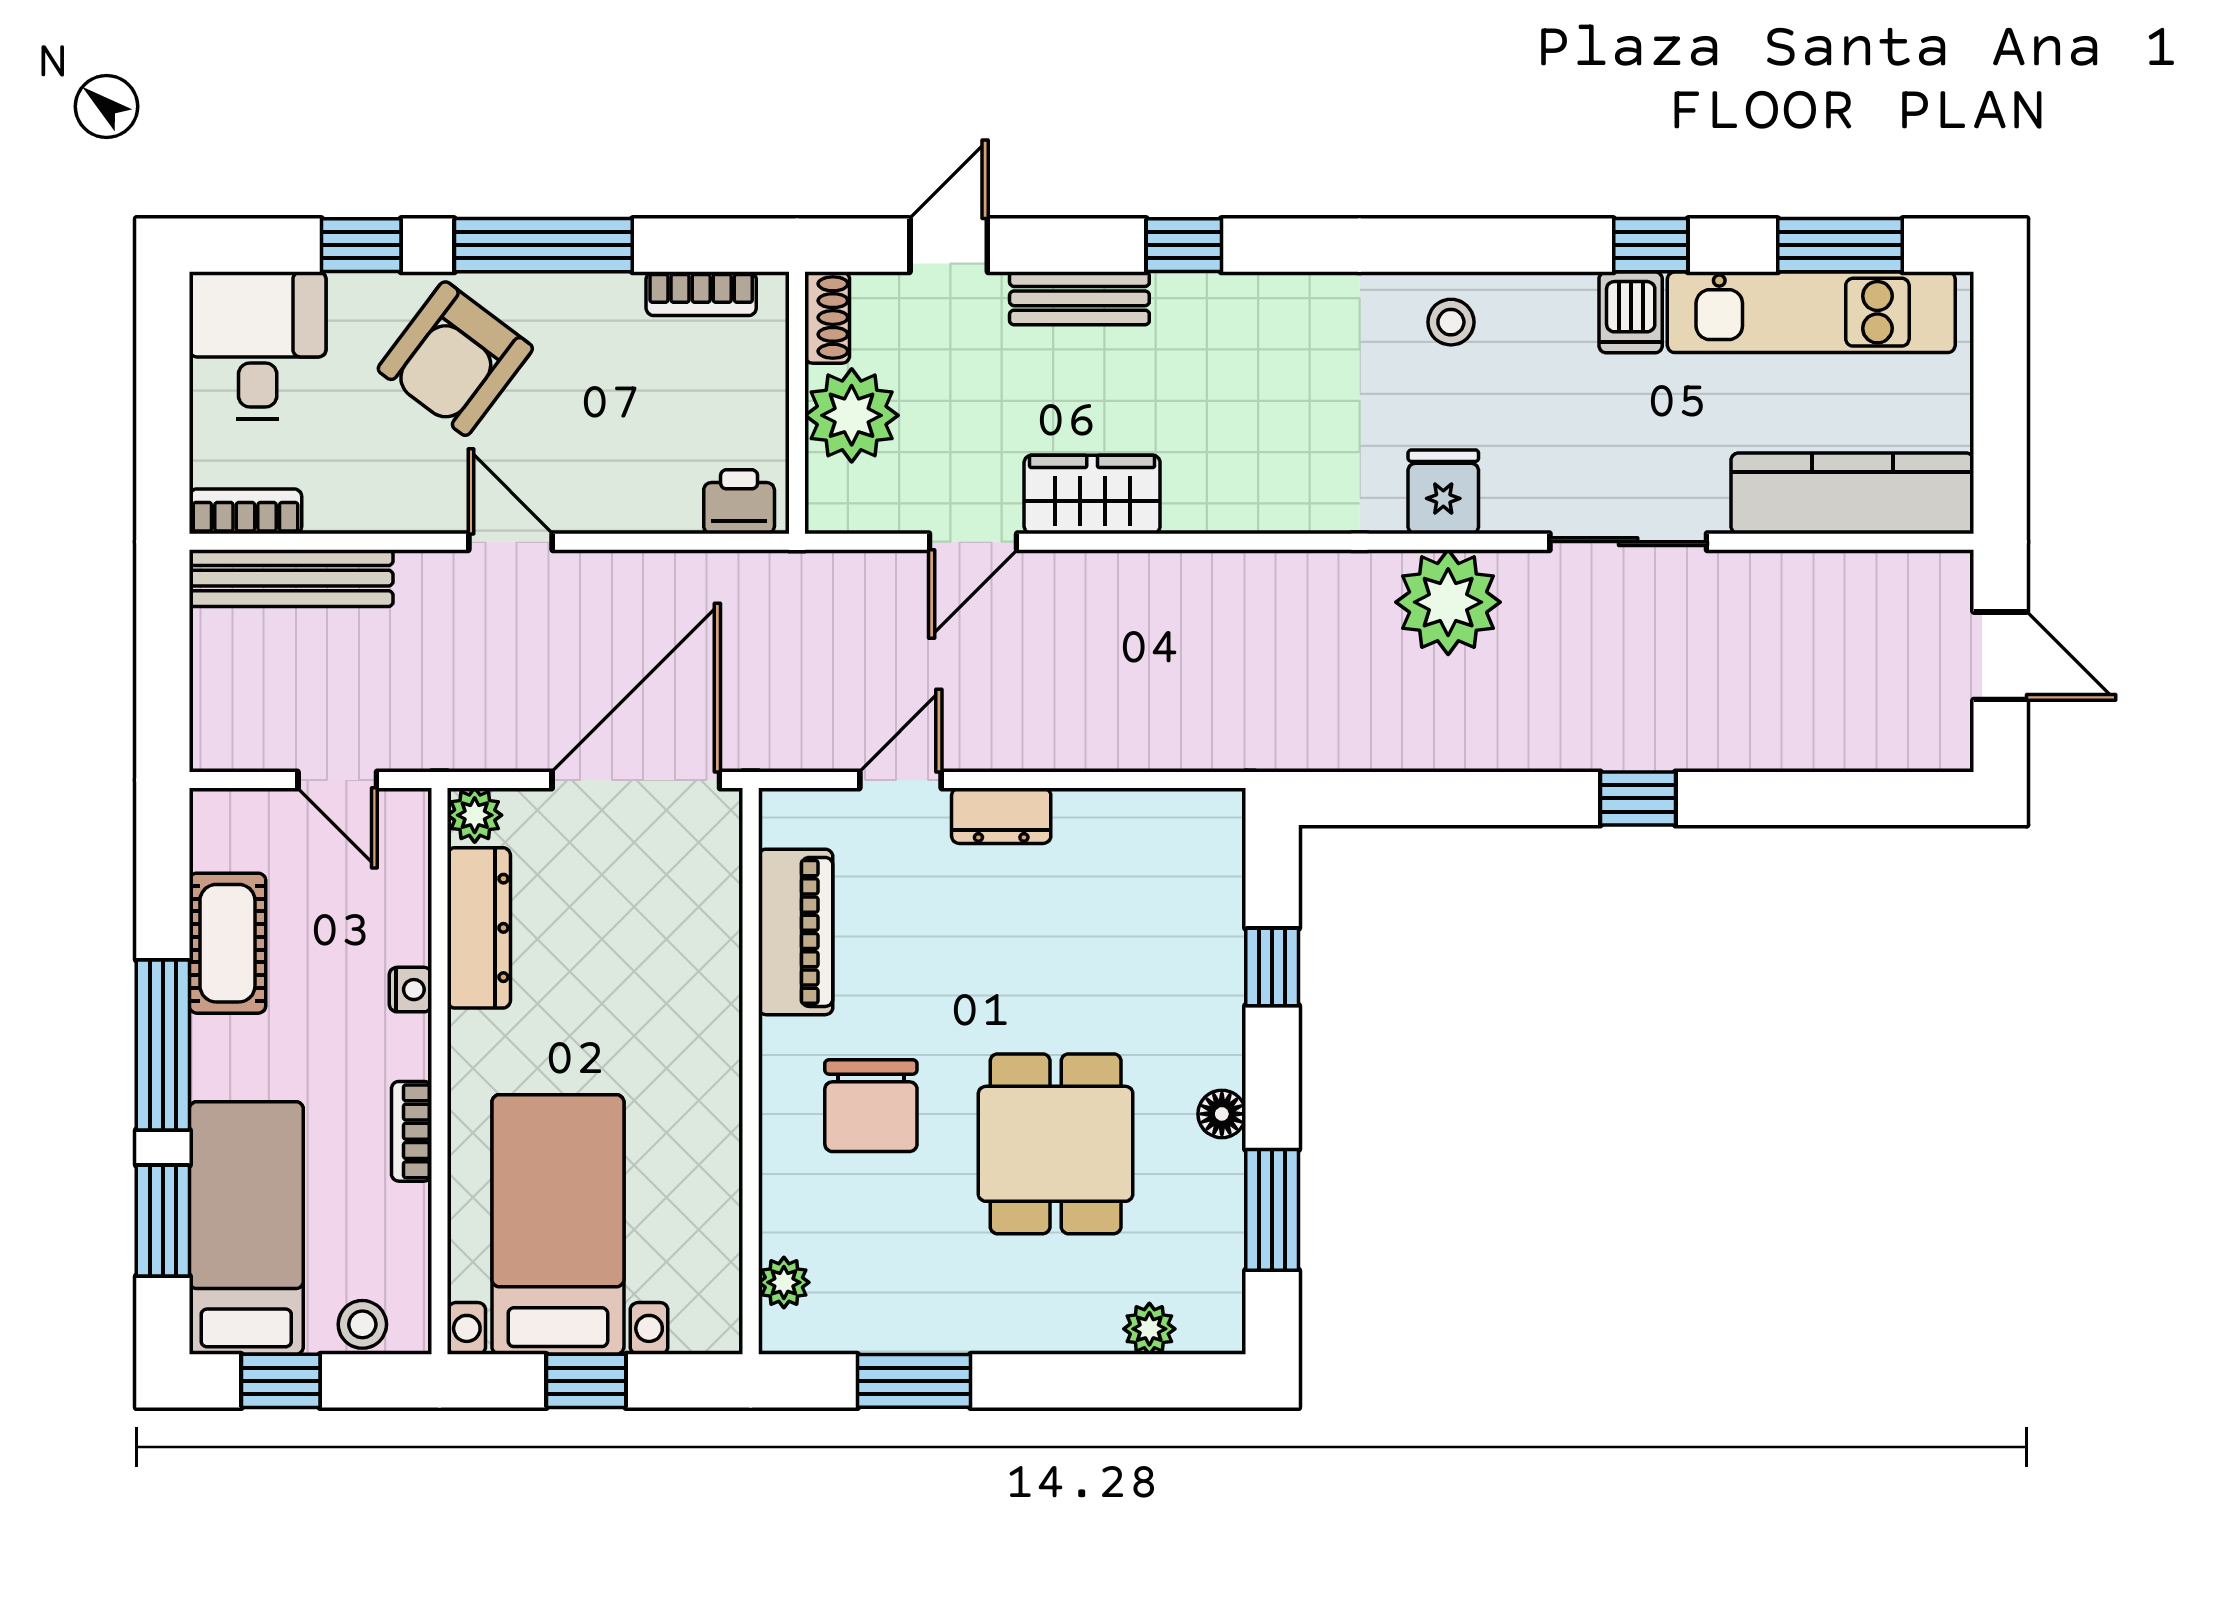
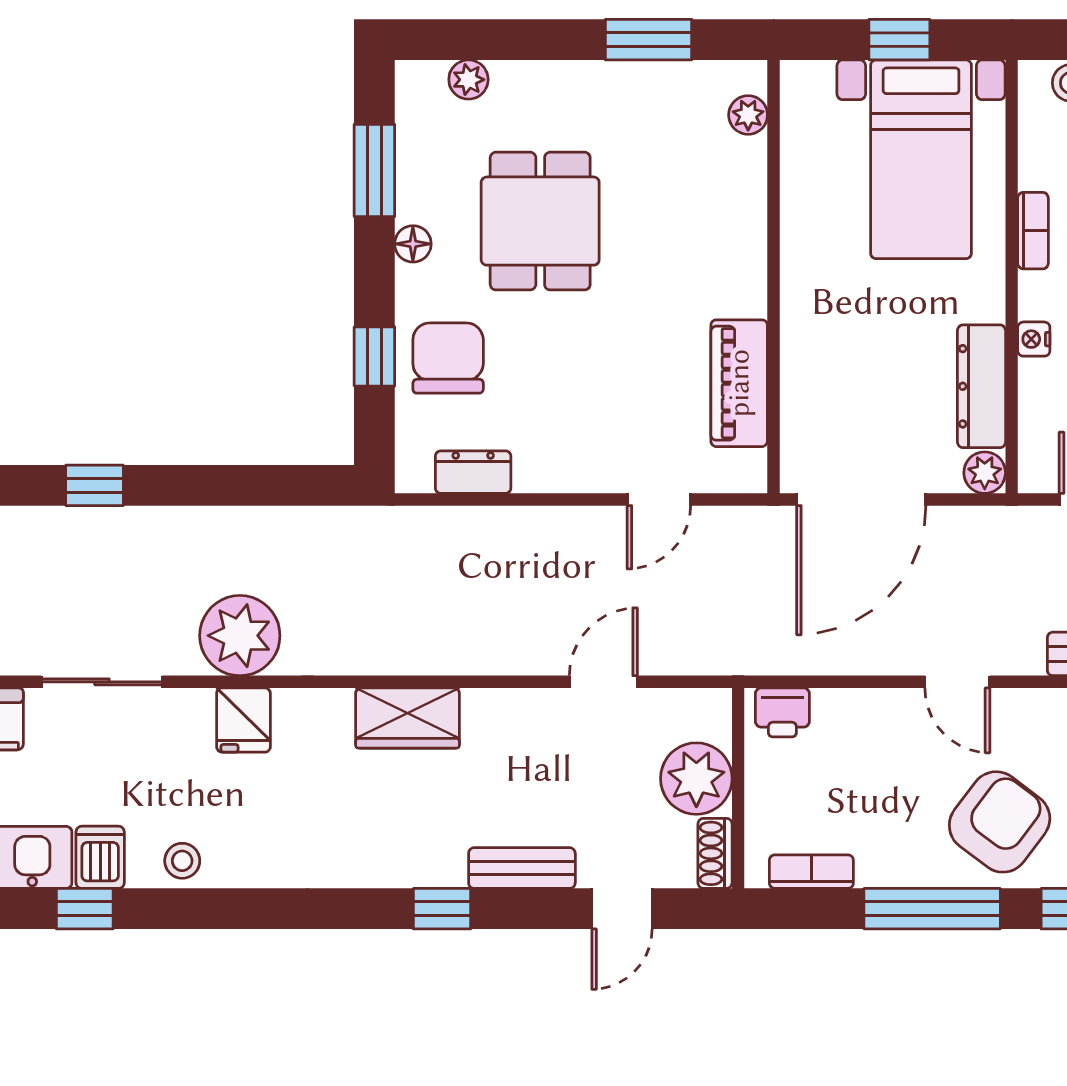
stool: (1451, 322) -> (182, 861), moved
wardrobe: (1092, 494) -> (408, 718), moved
dresser: (1001, 816) -> (473, 472), moved
chair: (871, 1106) -> (448, 358), moved

